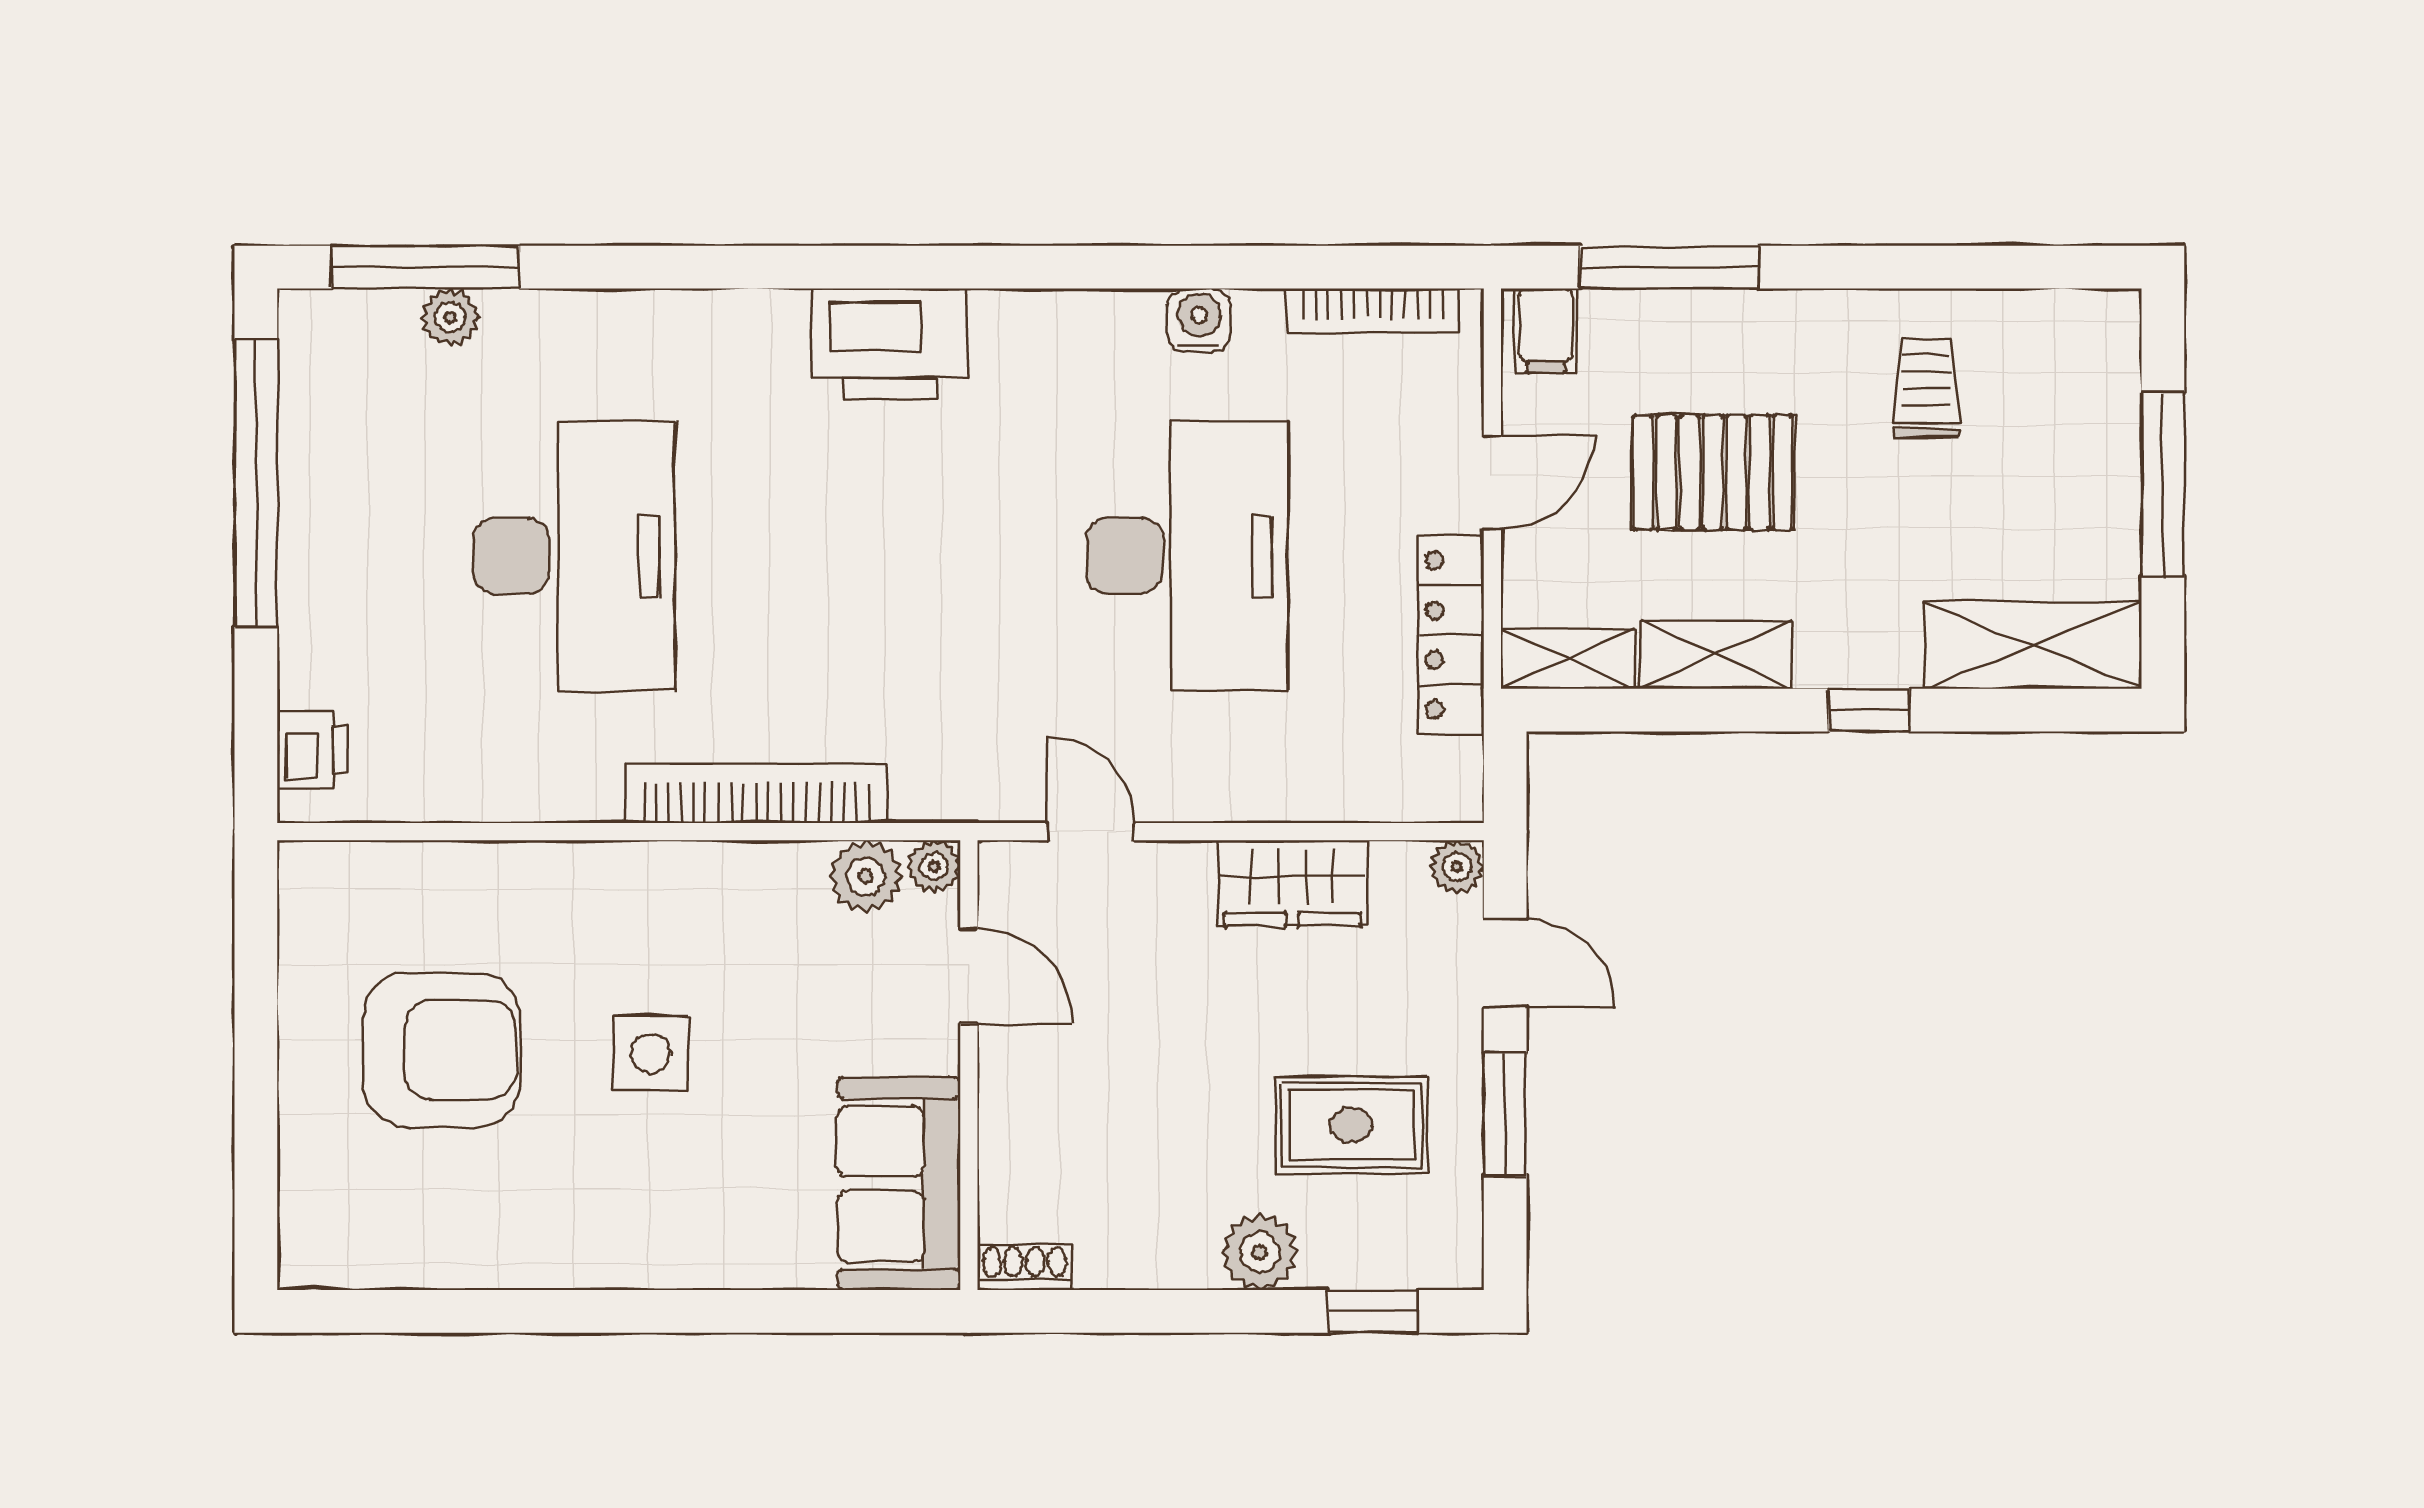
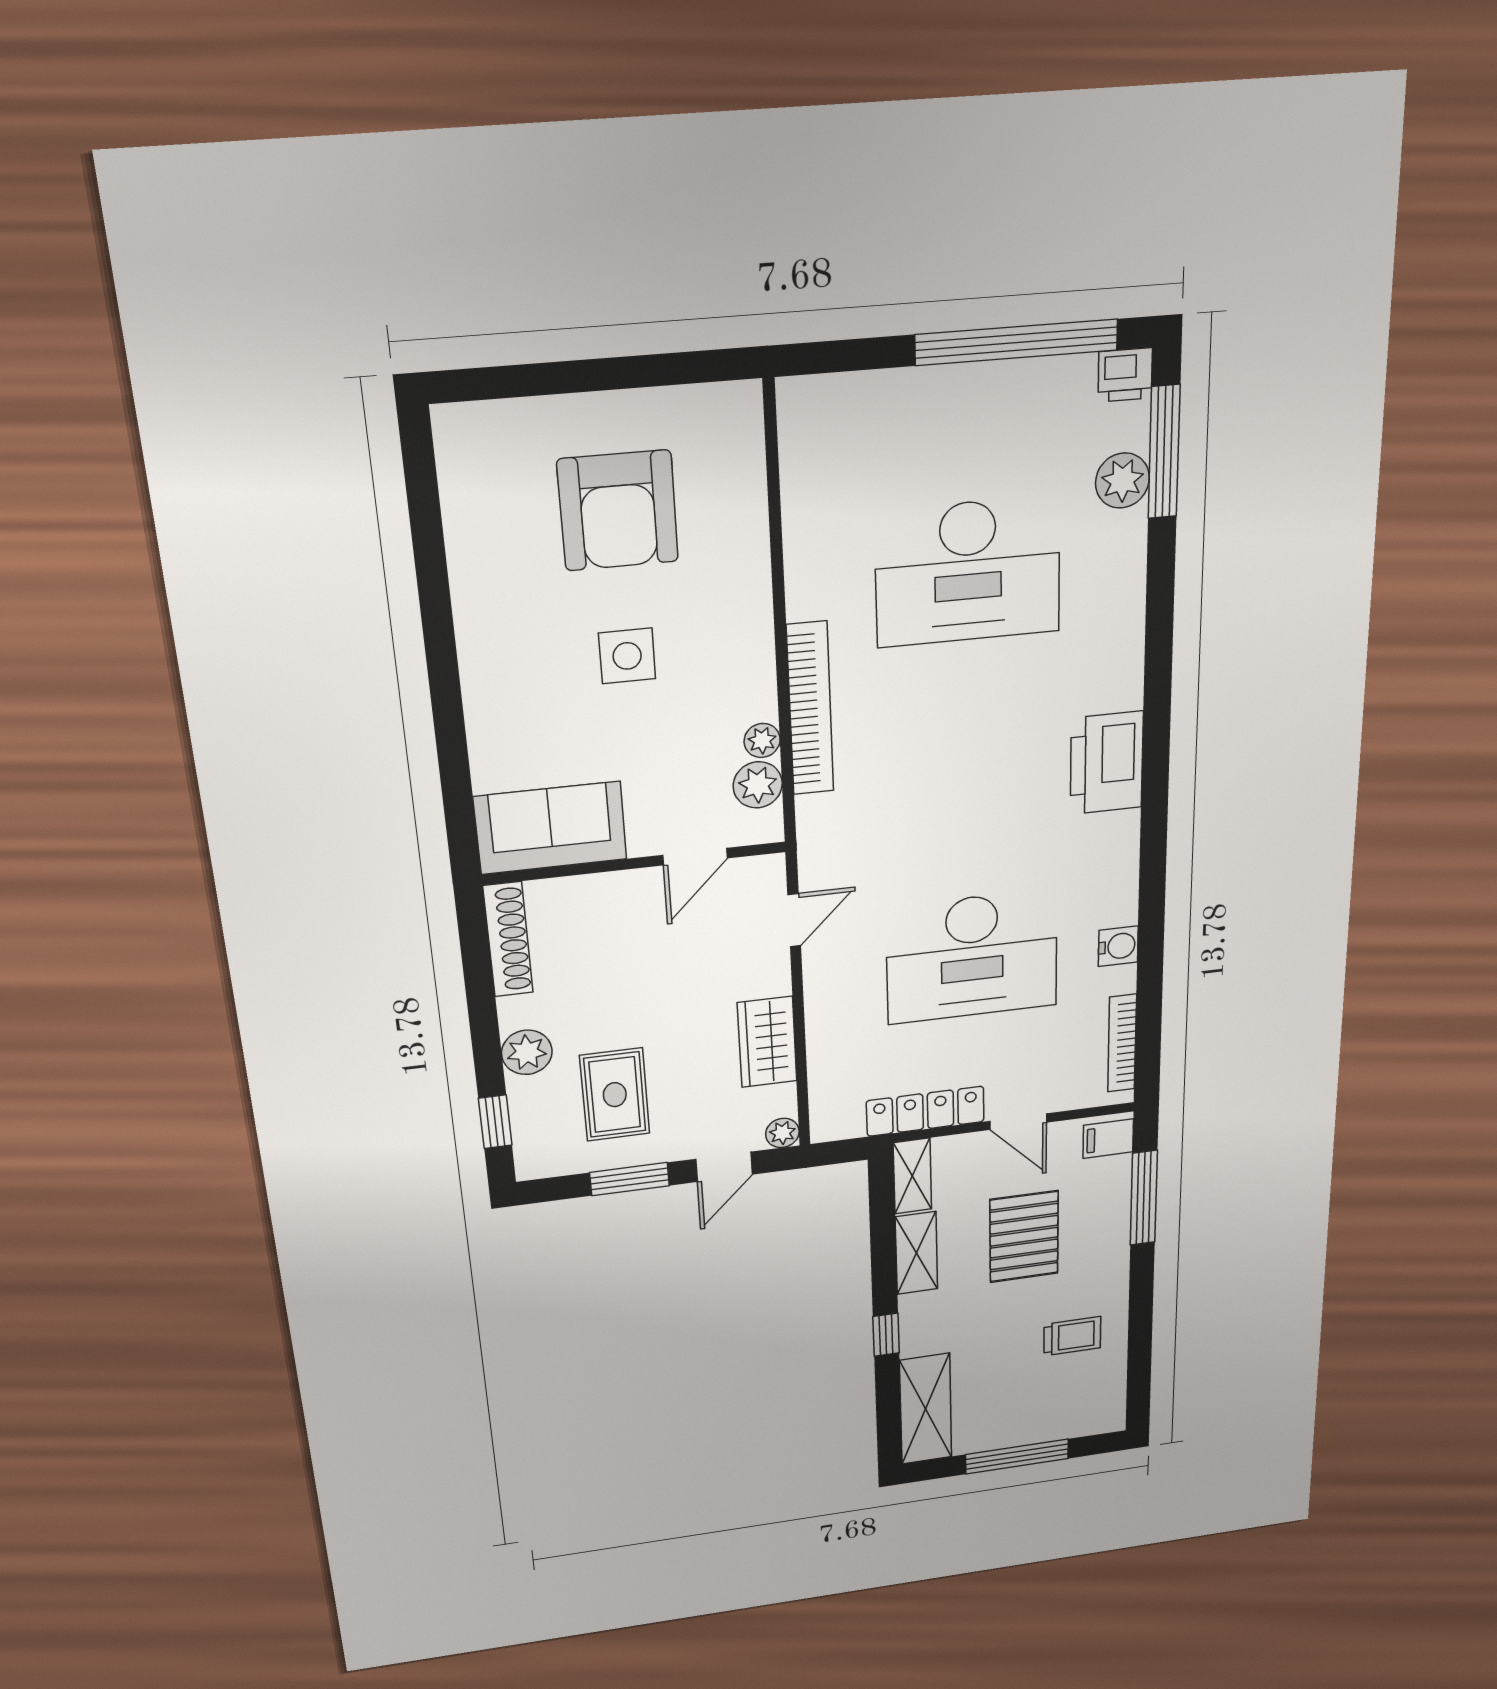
plant: (450, 317) -> (1122, 481), width x1.38, depth x1.38
printer: (312, 749) -> (1125, 375), moved
plant: (934, 867) -> (762, 740), moved
shoe rack: (1024, 1267) -> (508, 939), width x1.94, depth x1.24

